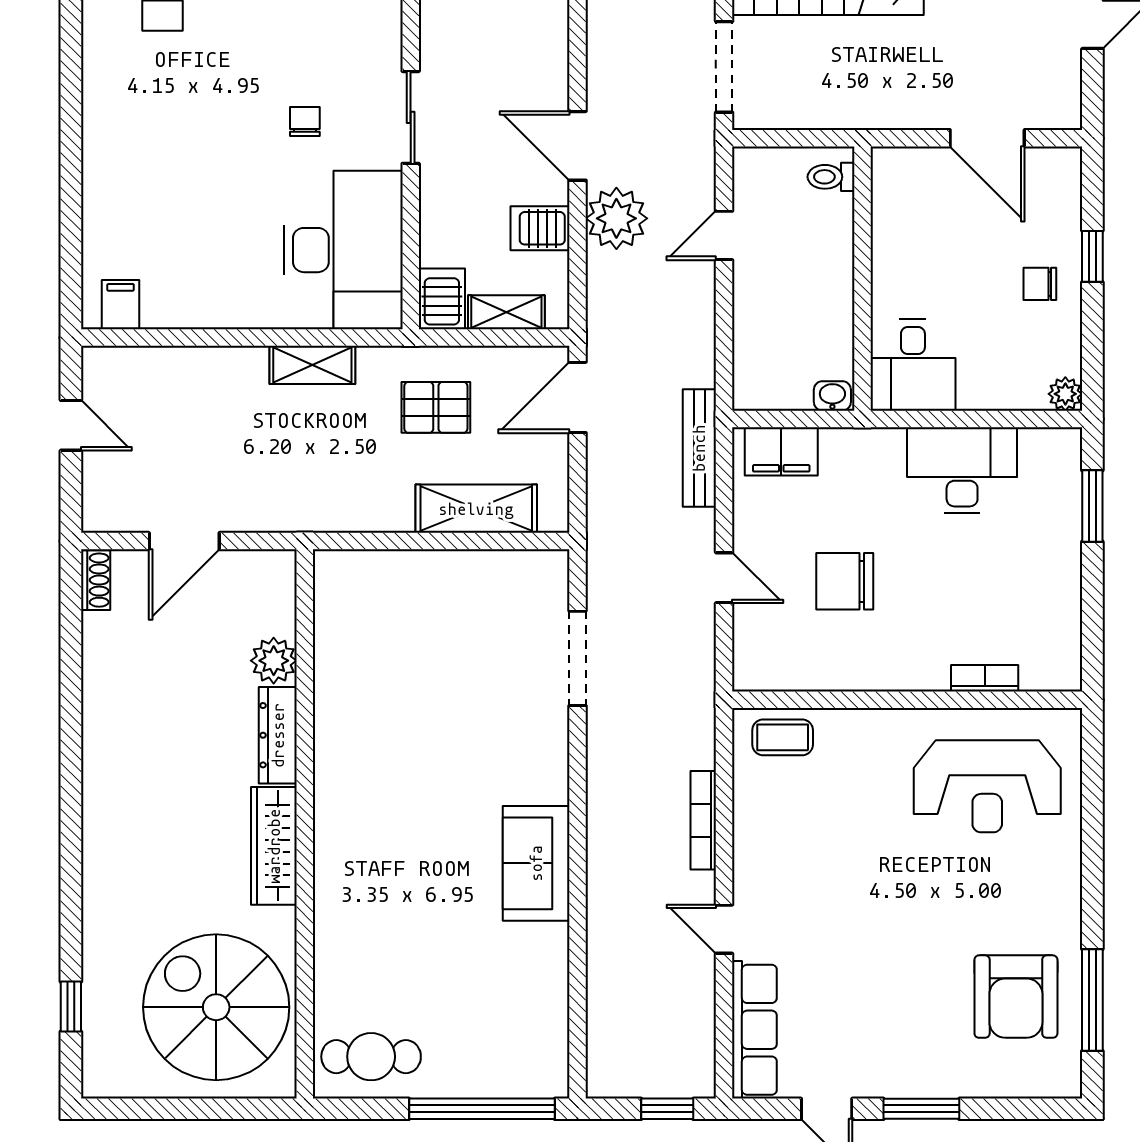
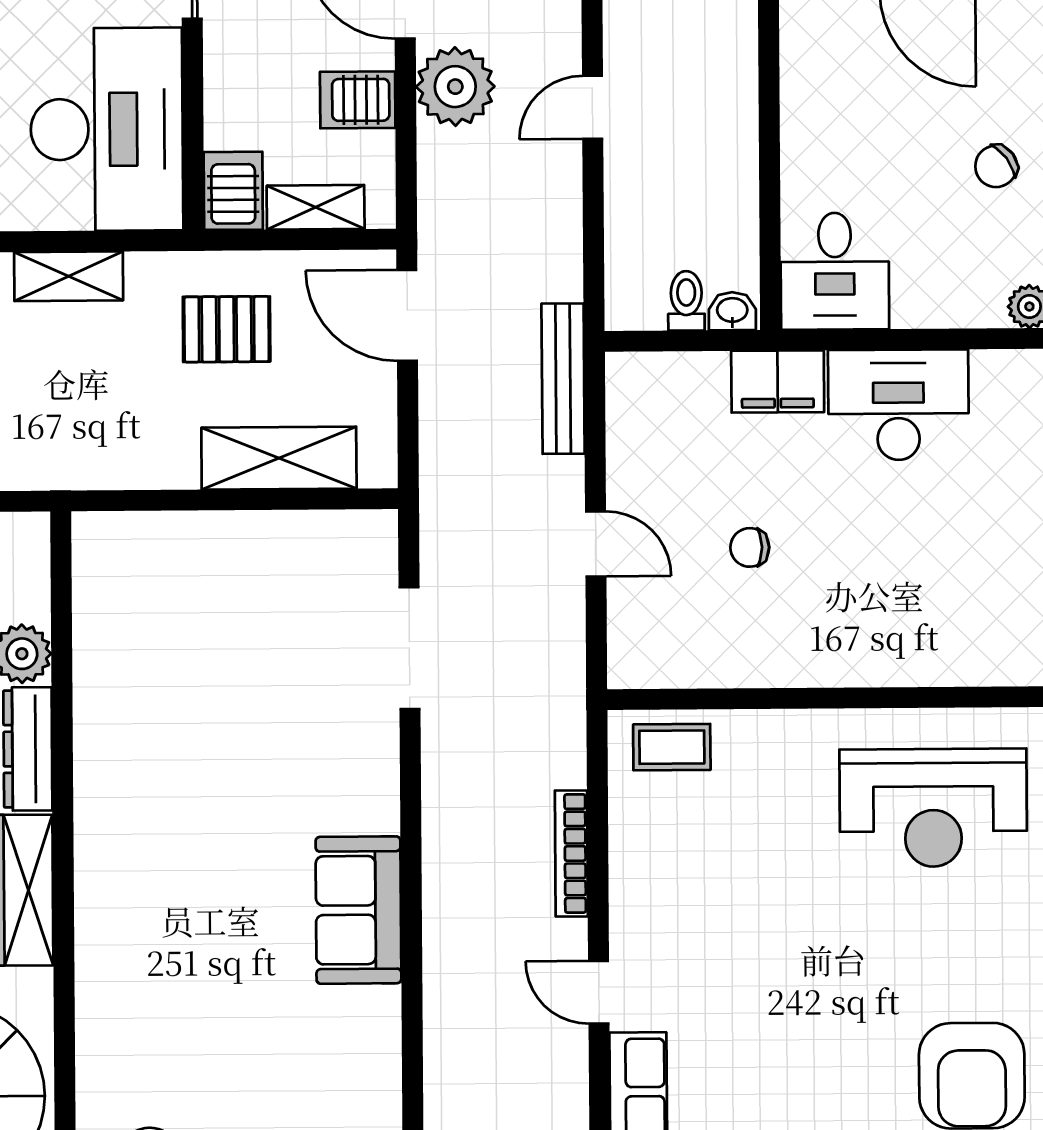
toilet: (831, 177) -> (686, 301), moved, turned 90
chair: (1040, 284) -> (996, 166), turned -36
door: (578, 397) -> (407, 315), hinge flipped
filing cabinet: (781, 451) -> (778, 381), moved
chair: (845, 581) -> (750, 547), width x0.54, depth x0.54
bookcase: (985, 678) -> (929, 670), removed

